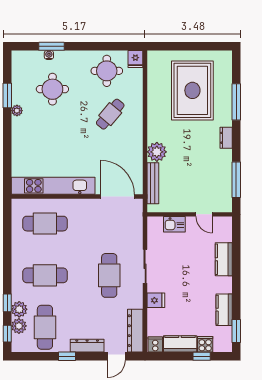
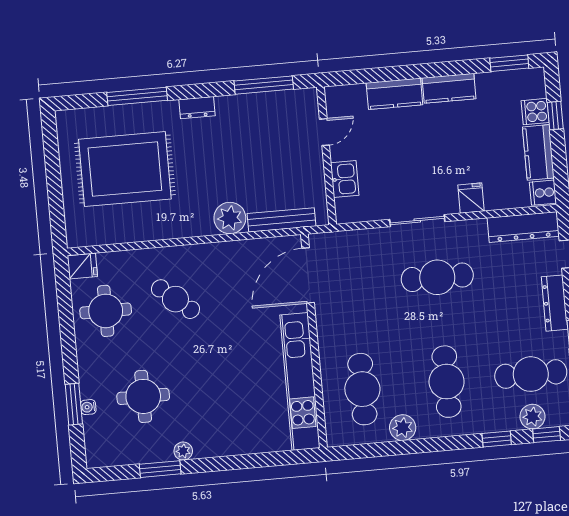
plant: (19, 309) -> (403, 428), moved
kitchen counter: (224, 310) -> (449, 88), moved

